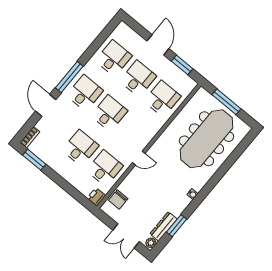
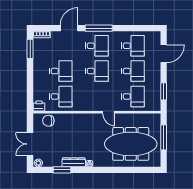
door: (158, 45) -> (164, 54), moved
door: (139, 158) -> (109, 112), moved
dresser: (163, 226) -> (74, 162), moved

